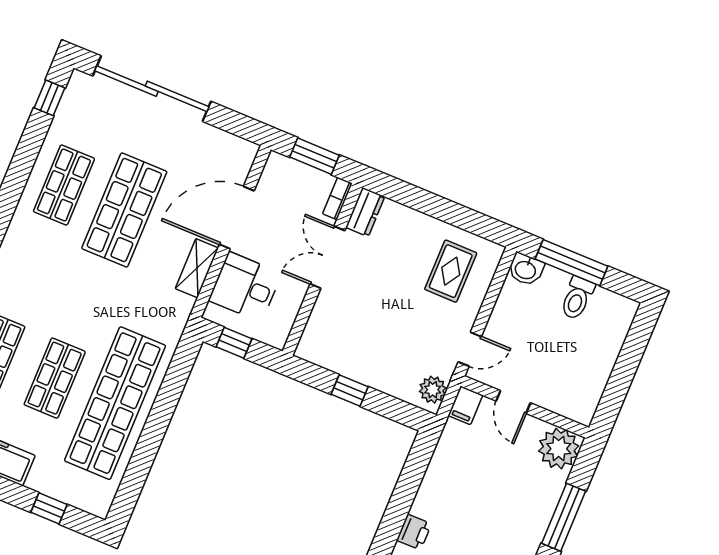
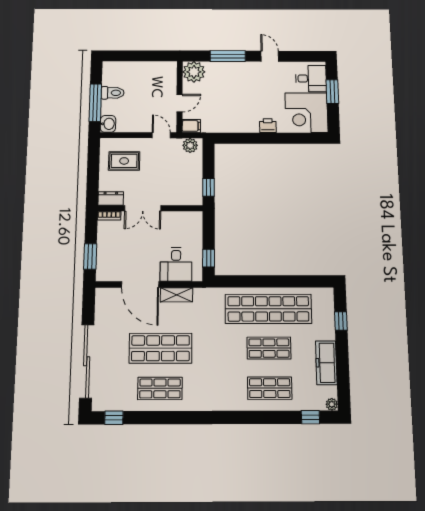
bookcase: (337, 199) -> (109, 216), moved
dresser: (365, 212) -> (111, 198), moved
double door: (327, 257) -> (143, 208), moved
wall: (322, 269) -> (150, 208), moved

